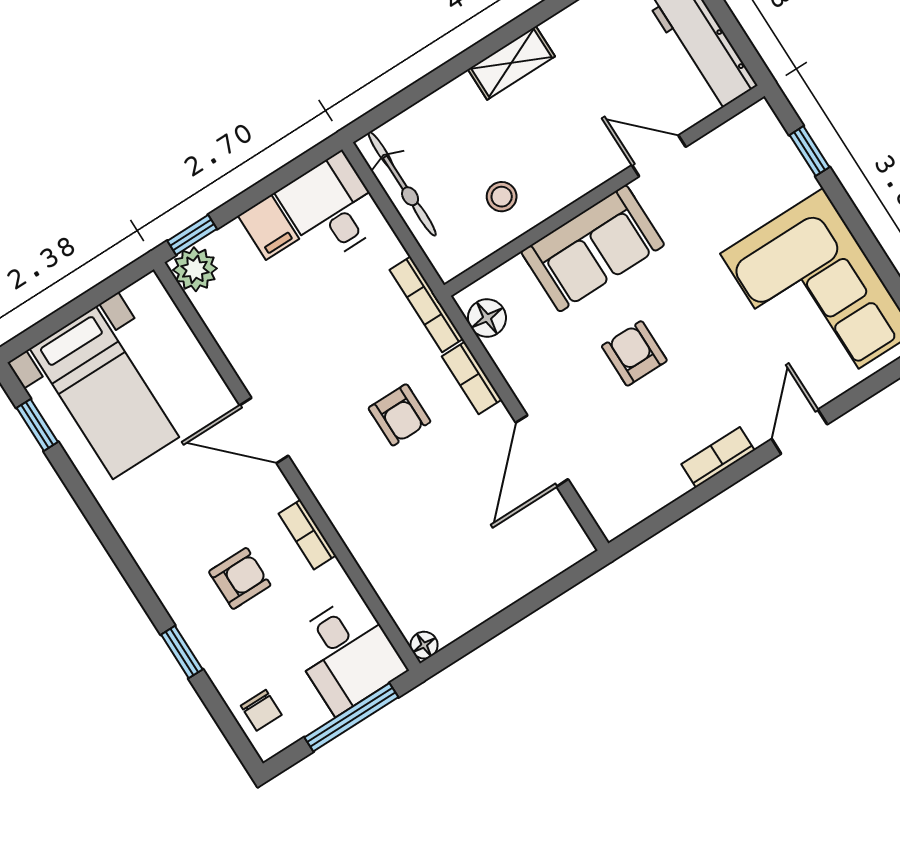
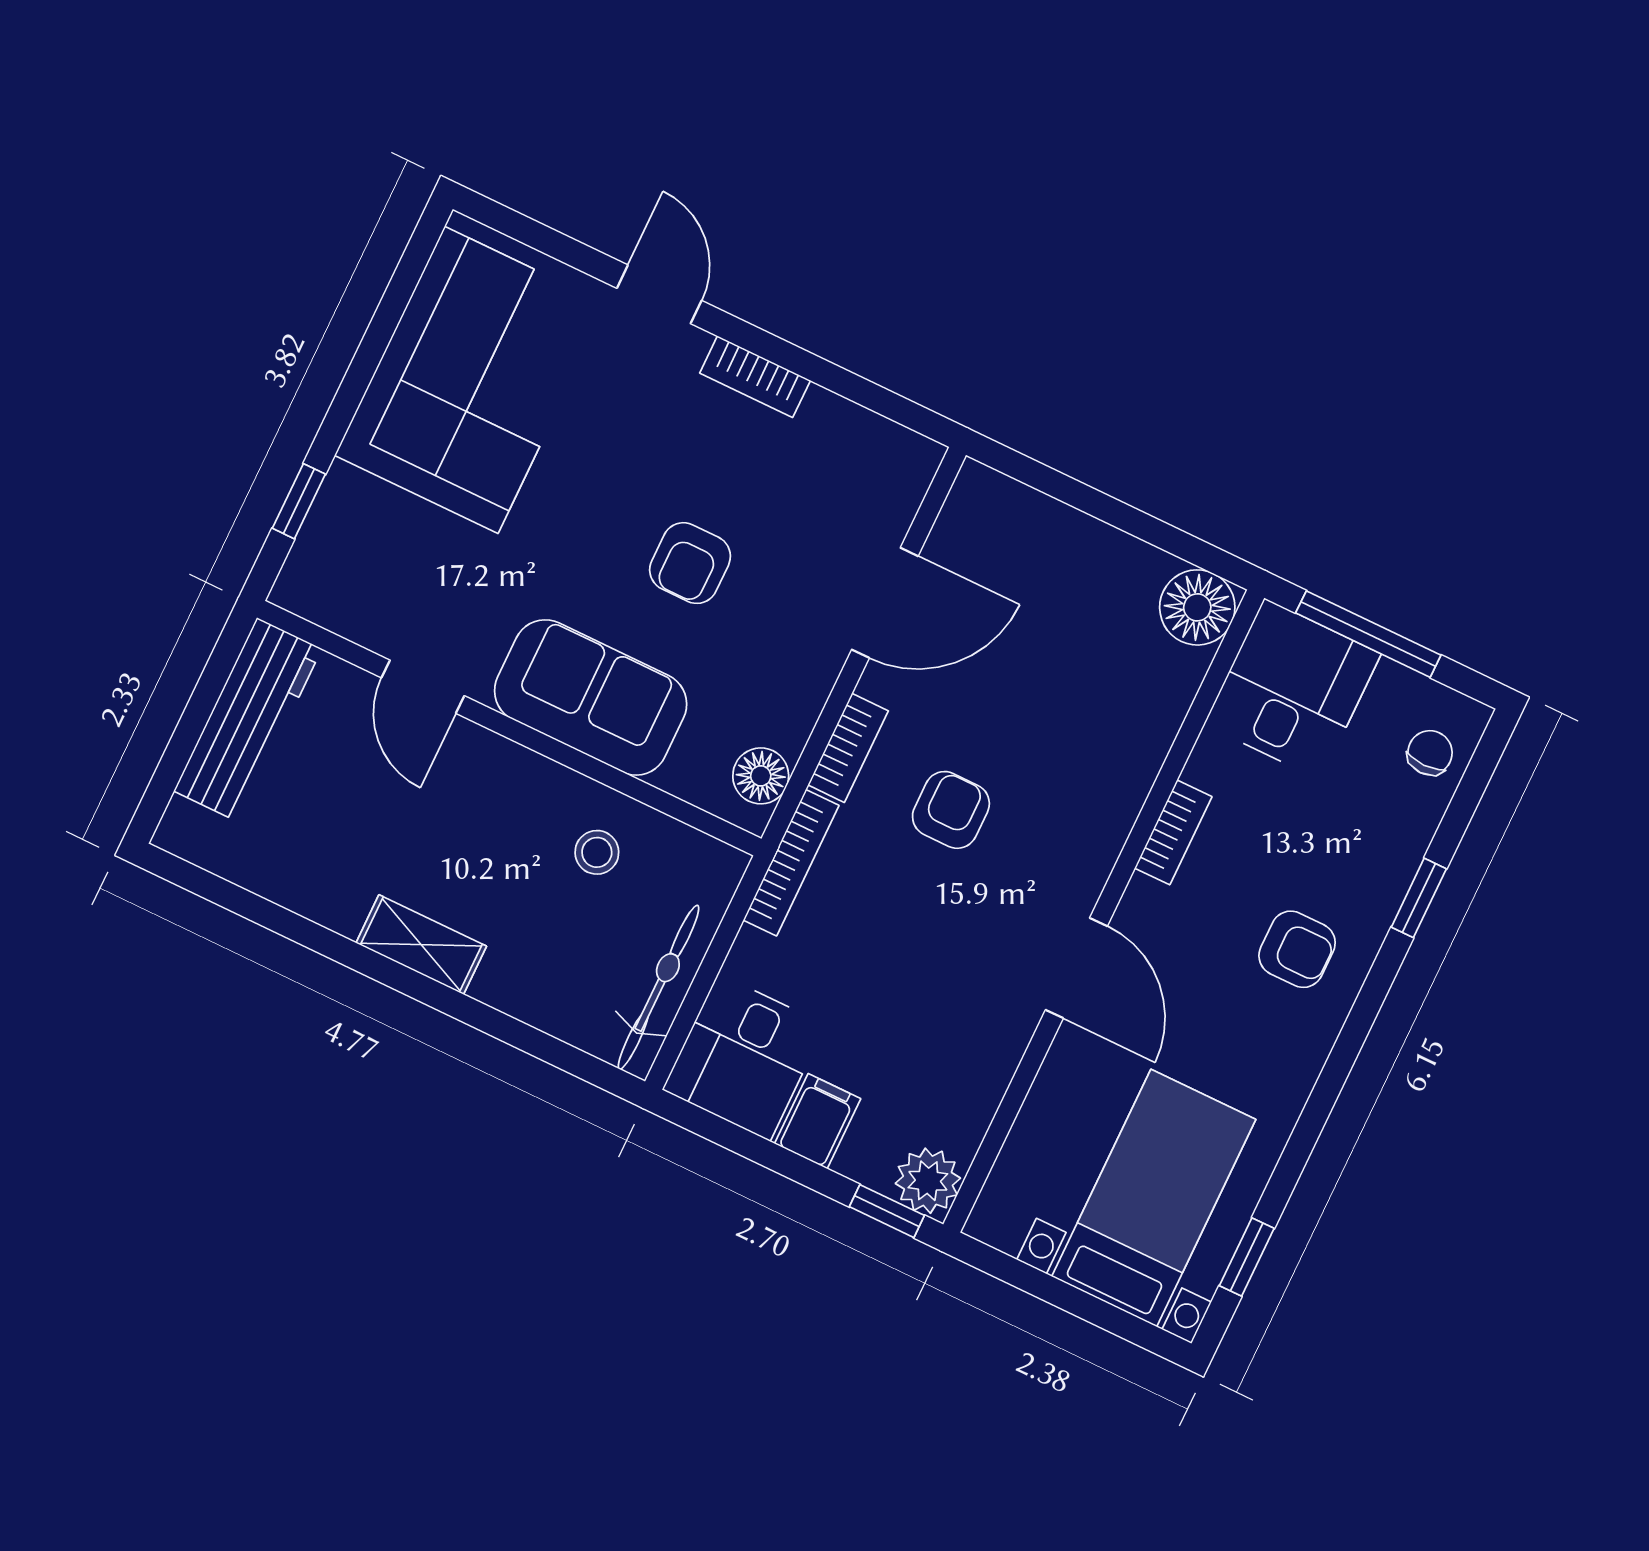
door: (800, 432) -> (659, 294), swing flipped
armchair: (240, 578) -> (1297, 949), moved, turned 180
floor lamp: (424, 645) -> (1197, 607), width x1.89, depth x1.89

